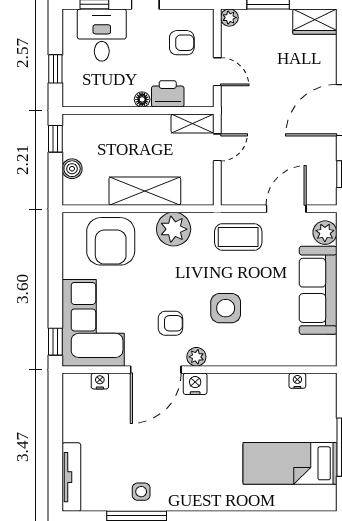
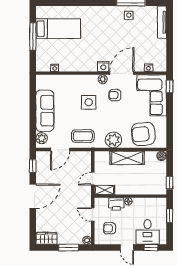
boiler: (72, 169) -> (162, 156), moved
armchair: (111, 241) -> (143, 134), turned -95

